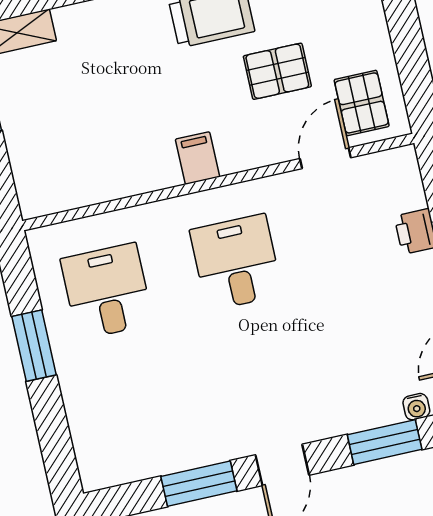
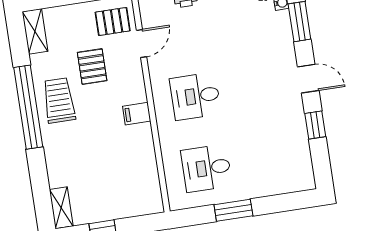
door: (325, 158) -> (141, 43), swing flipped
window: (199, 484) -> (315, 125), width x0.67

